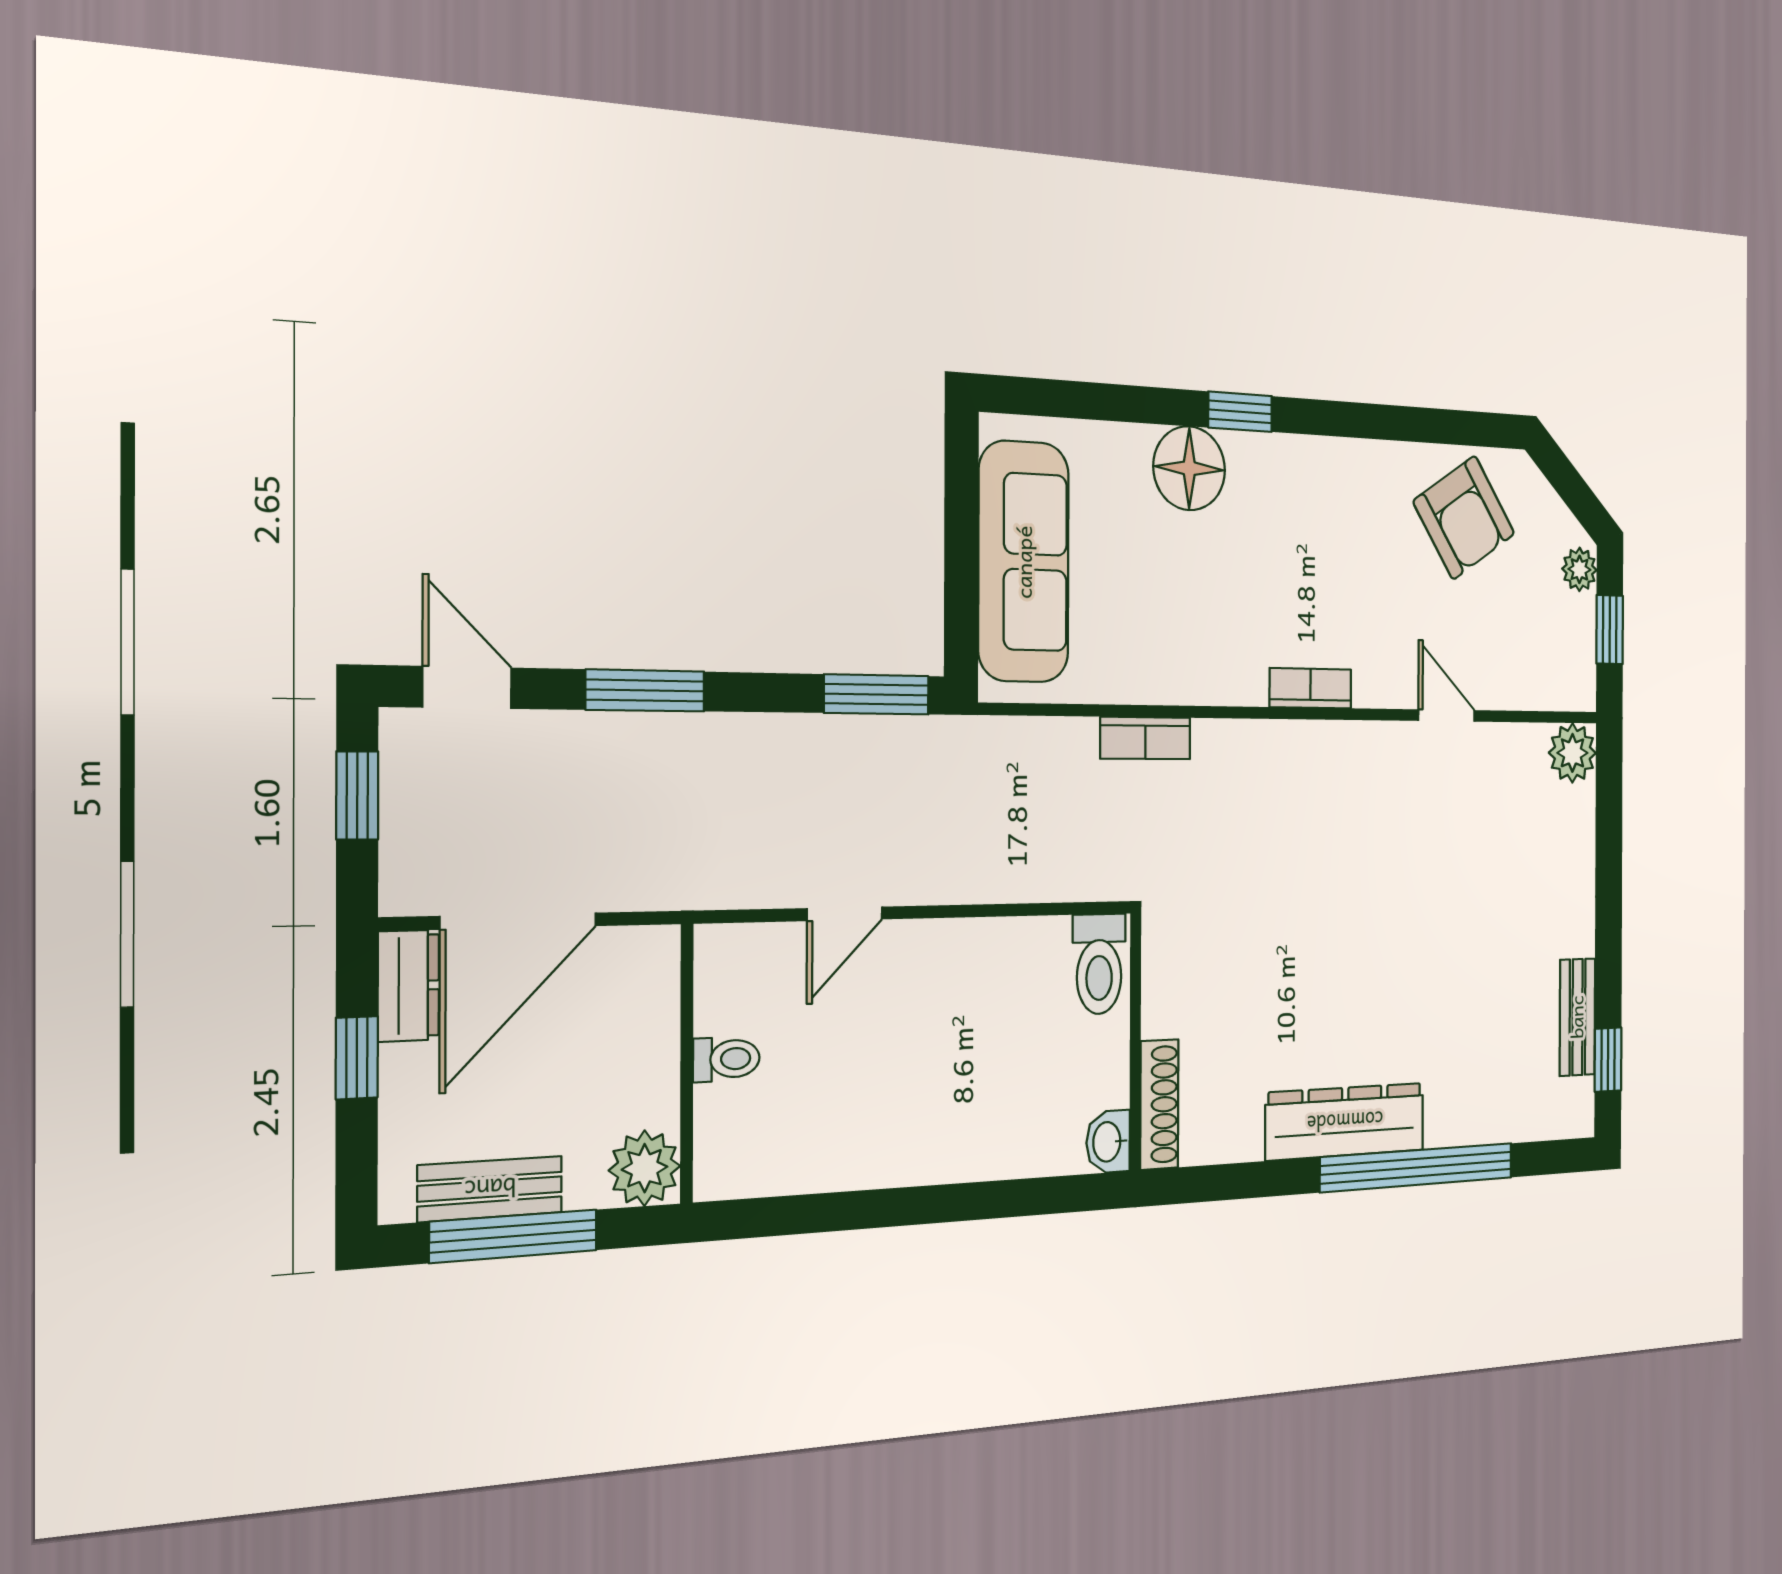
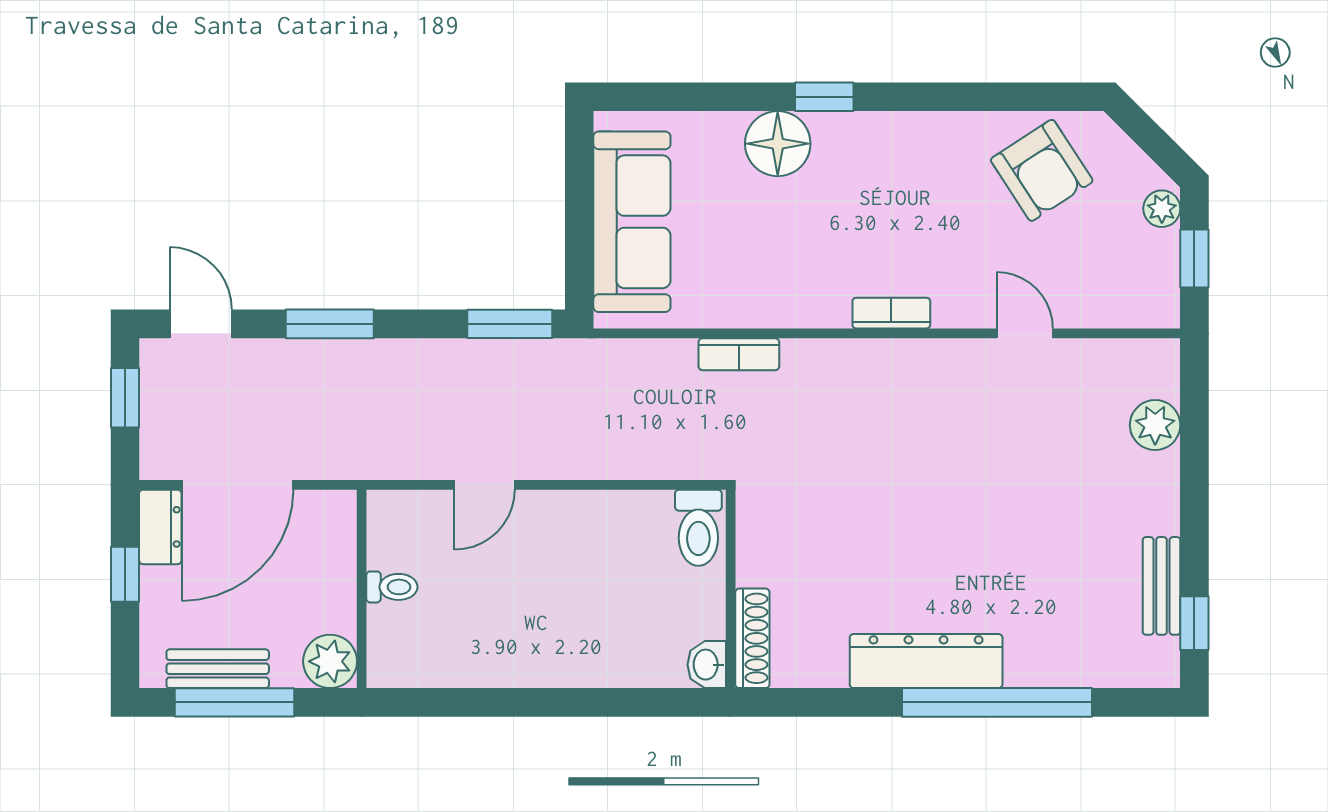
plant: (1572, 753) -> (1155, 425), moved

